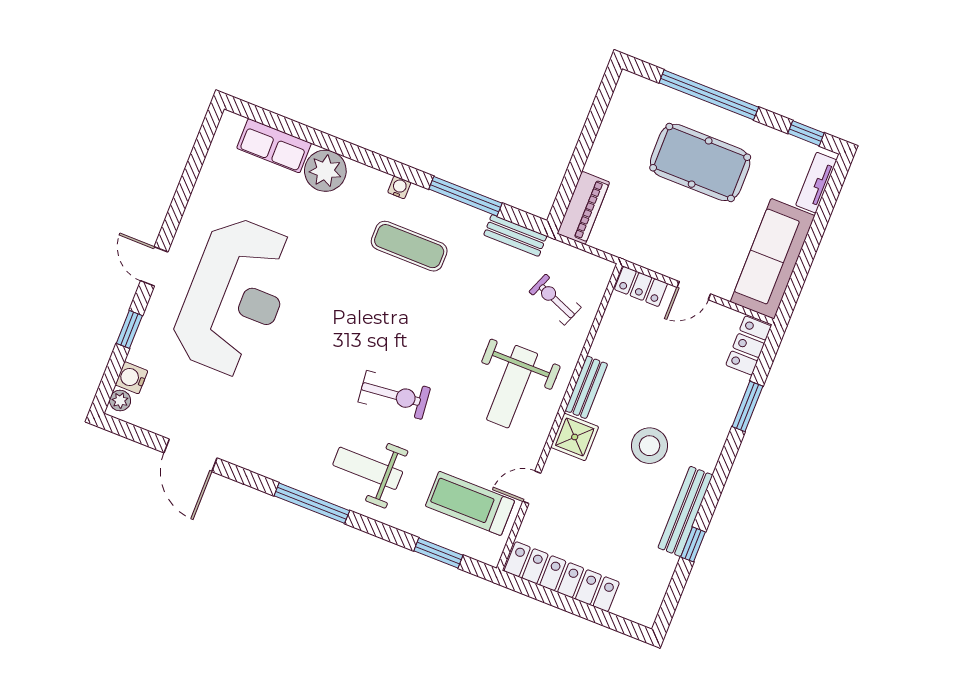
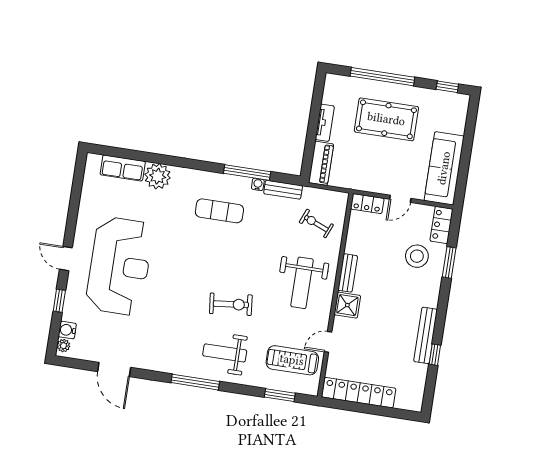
tv unit: (816, 183) -> (325, 123), moved, turned 180
water cooler: (399, 187) -> (258, 184), moved
stool: (650, 446) -> (417, 256), moved

